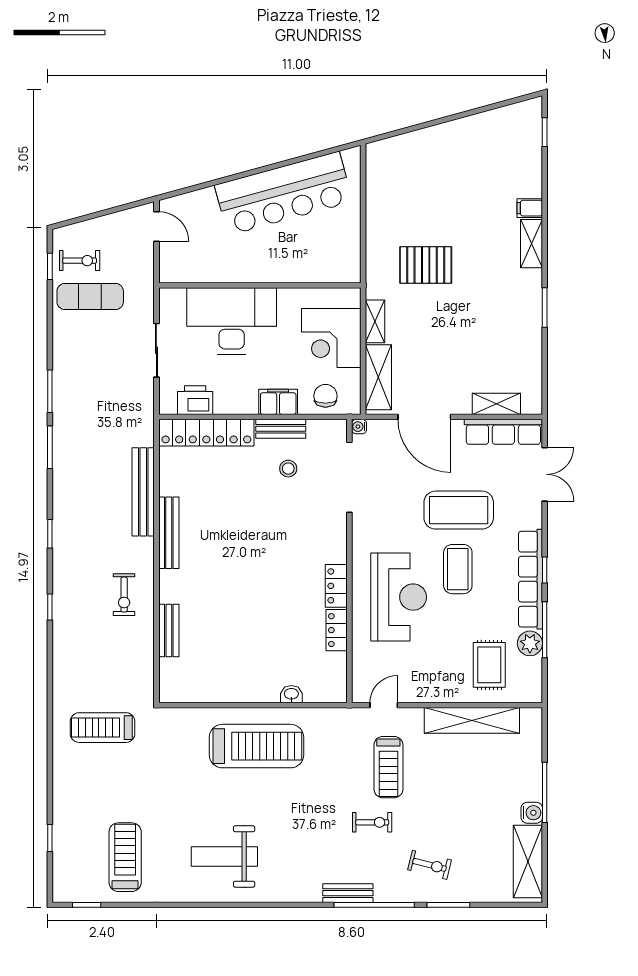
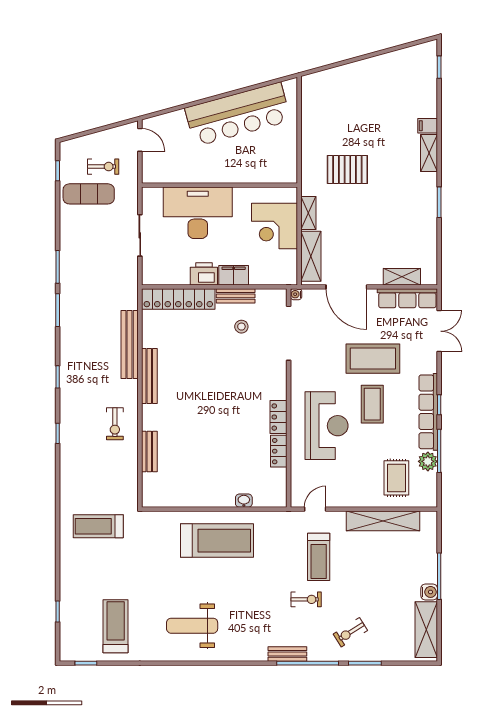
exercise bike: (80, 261) -> (103, 167), moved
chair: (325, 396) -> (270, 270), removed
printer: (195, 400) -> (204, 274), moved
exercise bike: (430, 865) -> (350, 632), turned 134

